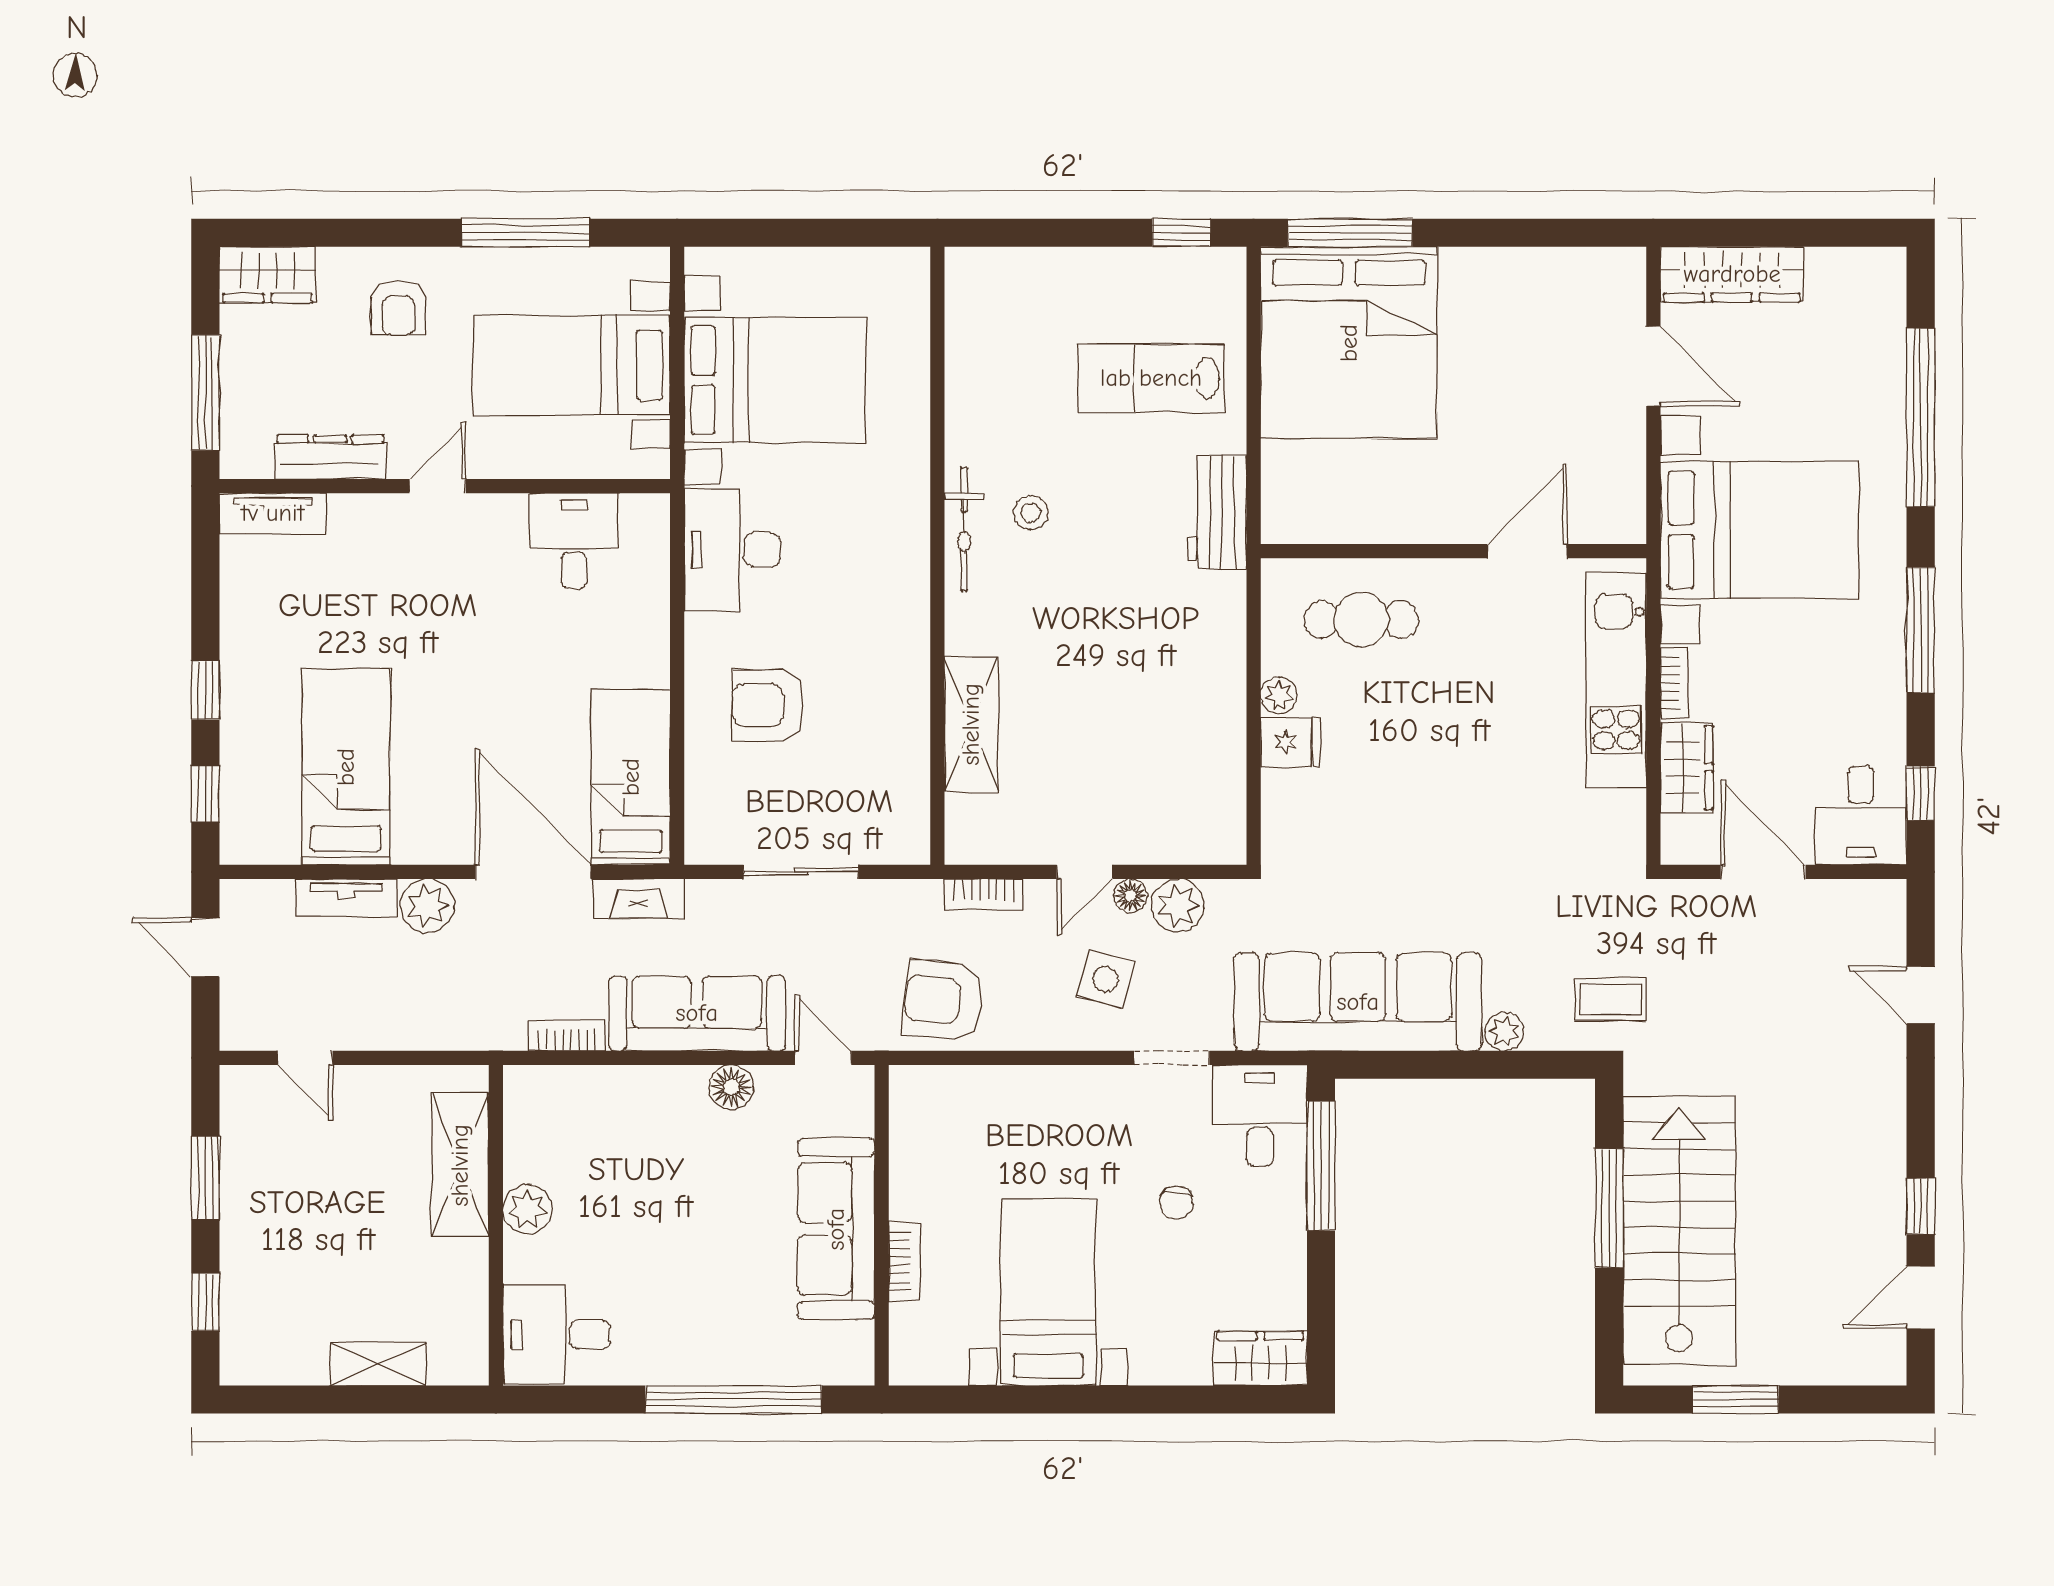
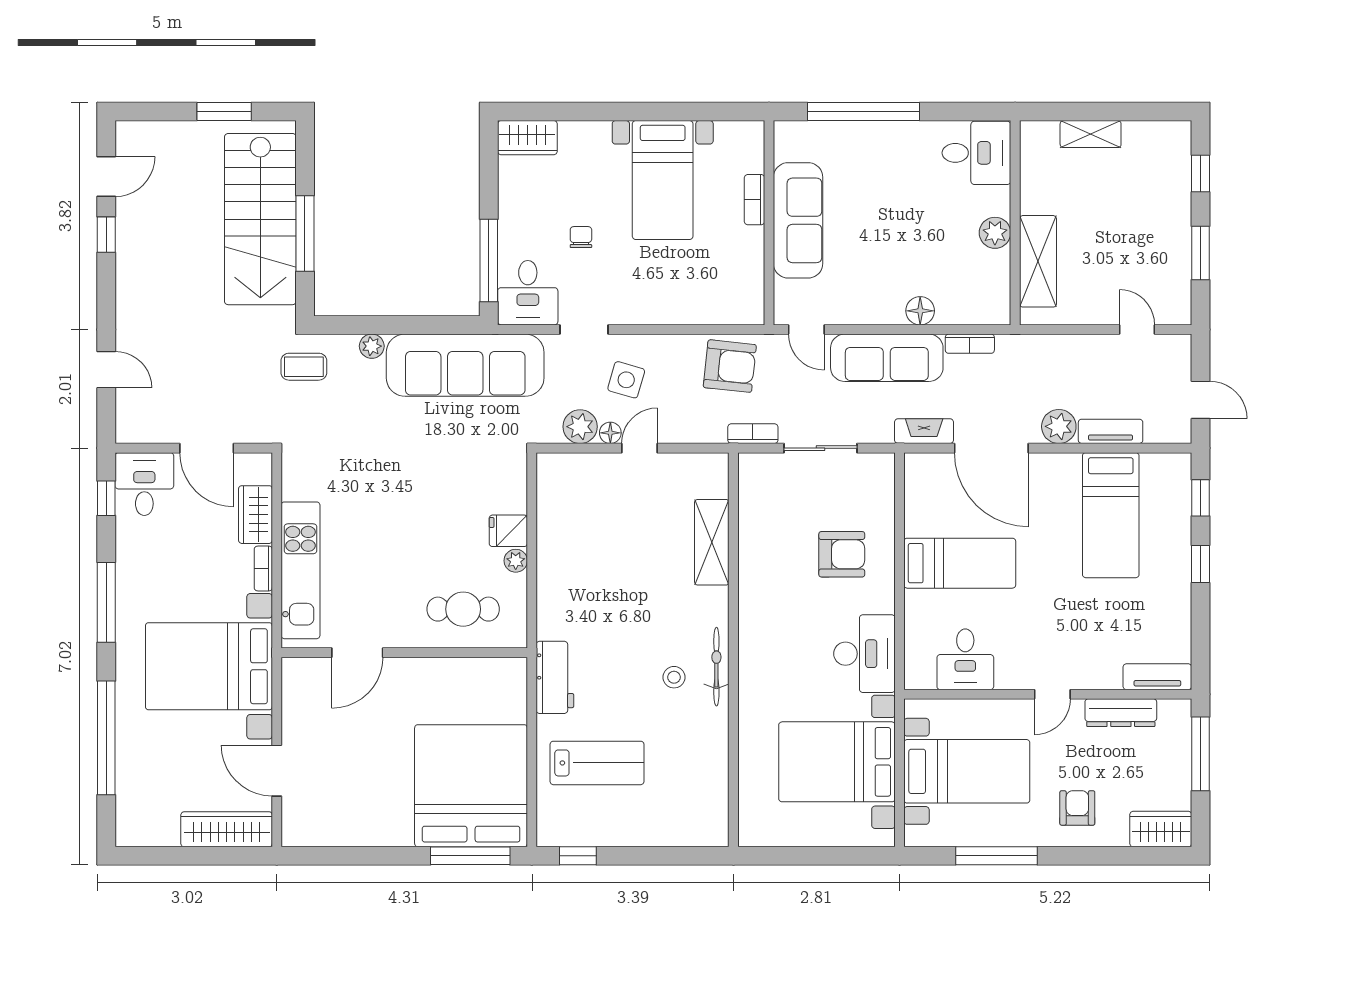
bed: (631, 777) -> (960, 563), moved, turned -90
bookcase: (984, 894) -> (753, 434), moved
floor lamp: (731, 1087) -> (920, 311), moved

